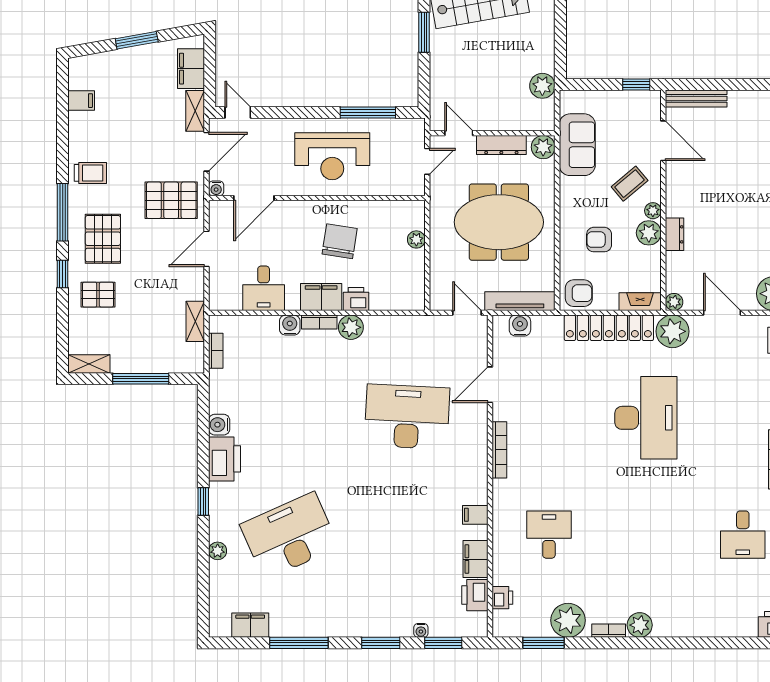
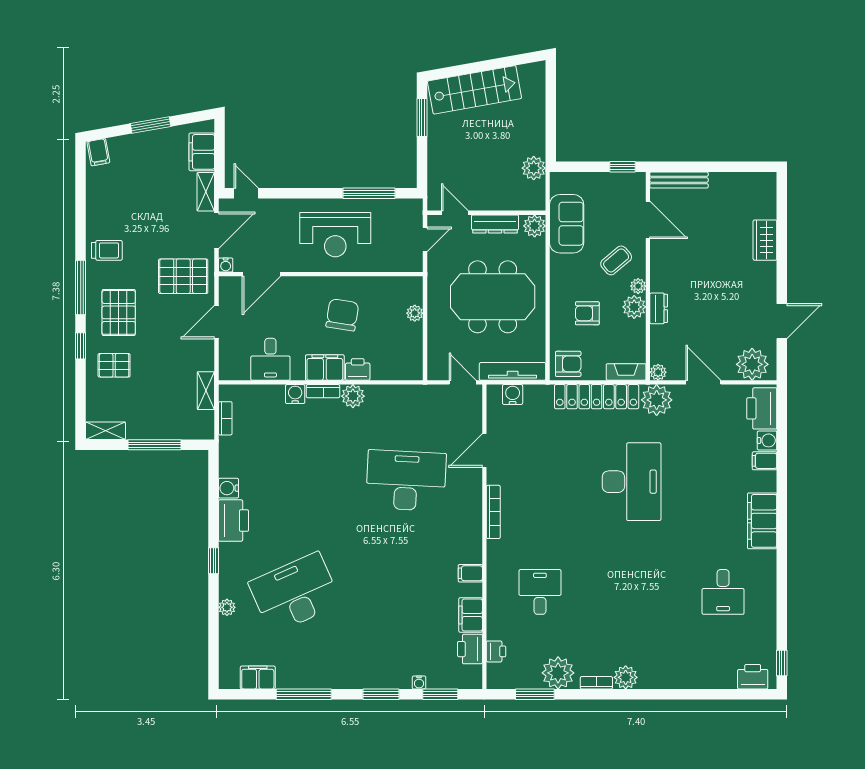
filing cabinet: (81, 101) -> (98, 152), moved, turned 80

